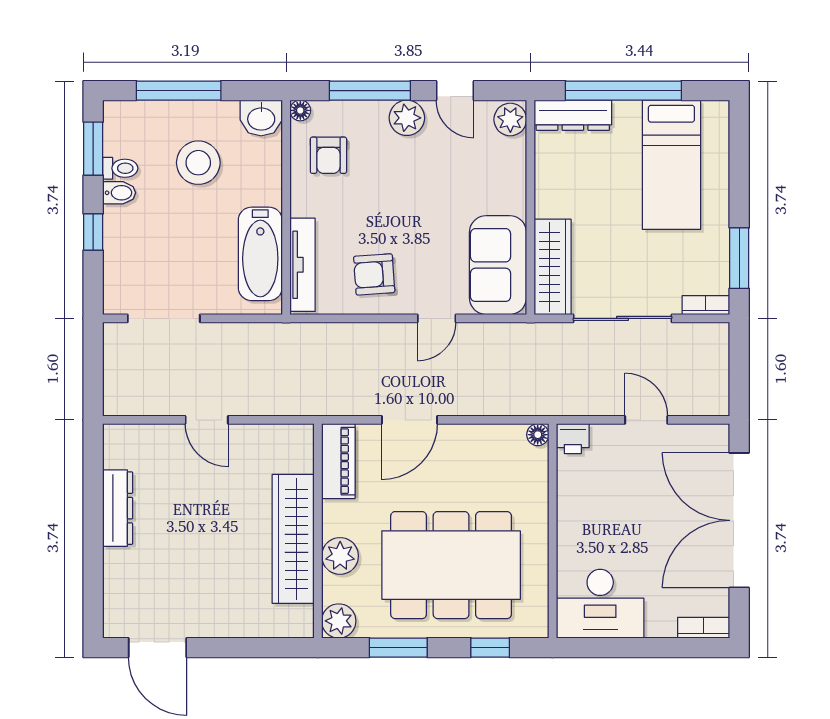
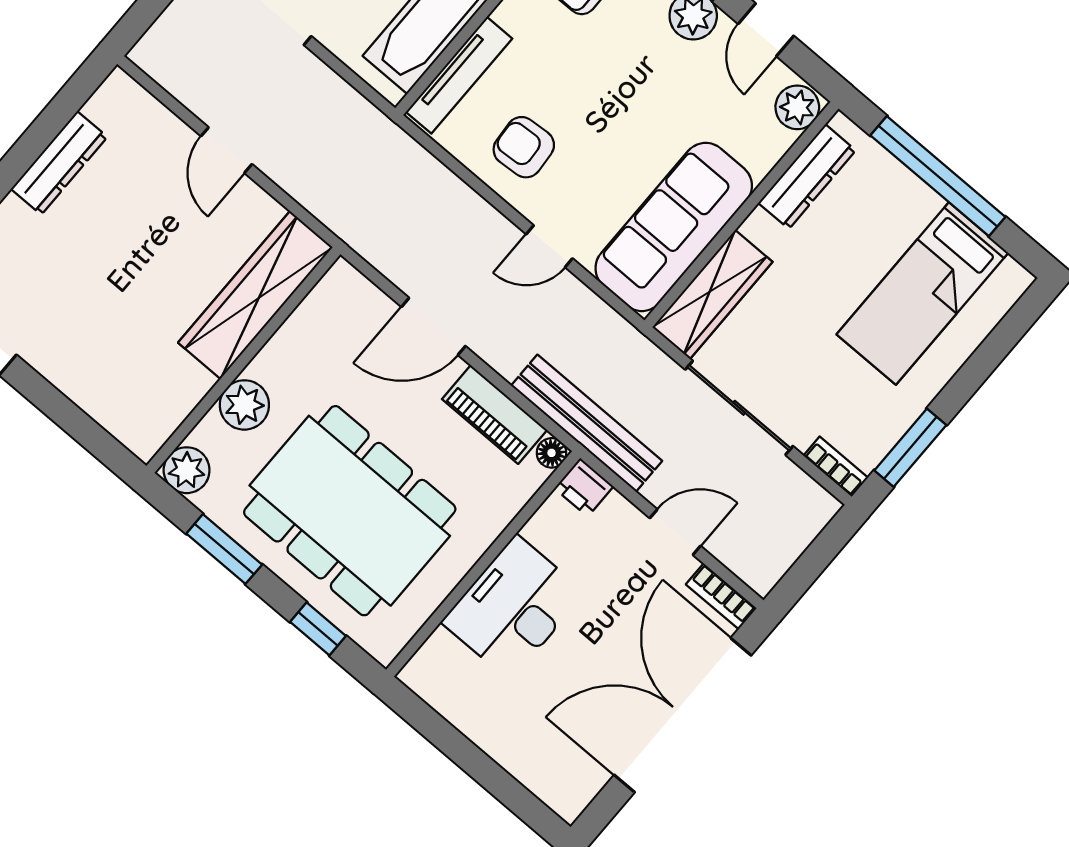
dresser: (573, 115) -> (807, 177), moved, turned -90
sofa: (498, 265) -> (674, 227), width x1.36
bench: (543, 401) -> (587, 423), added
door: (646, 420) -> (675, 532), hinge flipped
piano: (338, 461) -> (495, 414), moved, turned 90
wardrobe: (293, 539) -> (255, 295), moved
desk: (600, 604) -> (513, 608), moved, turned 90
bookcase: (704, 628) -> (721, 596), moved, turned 180

